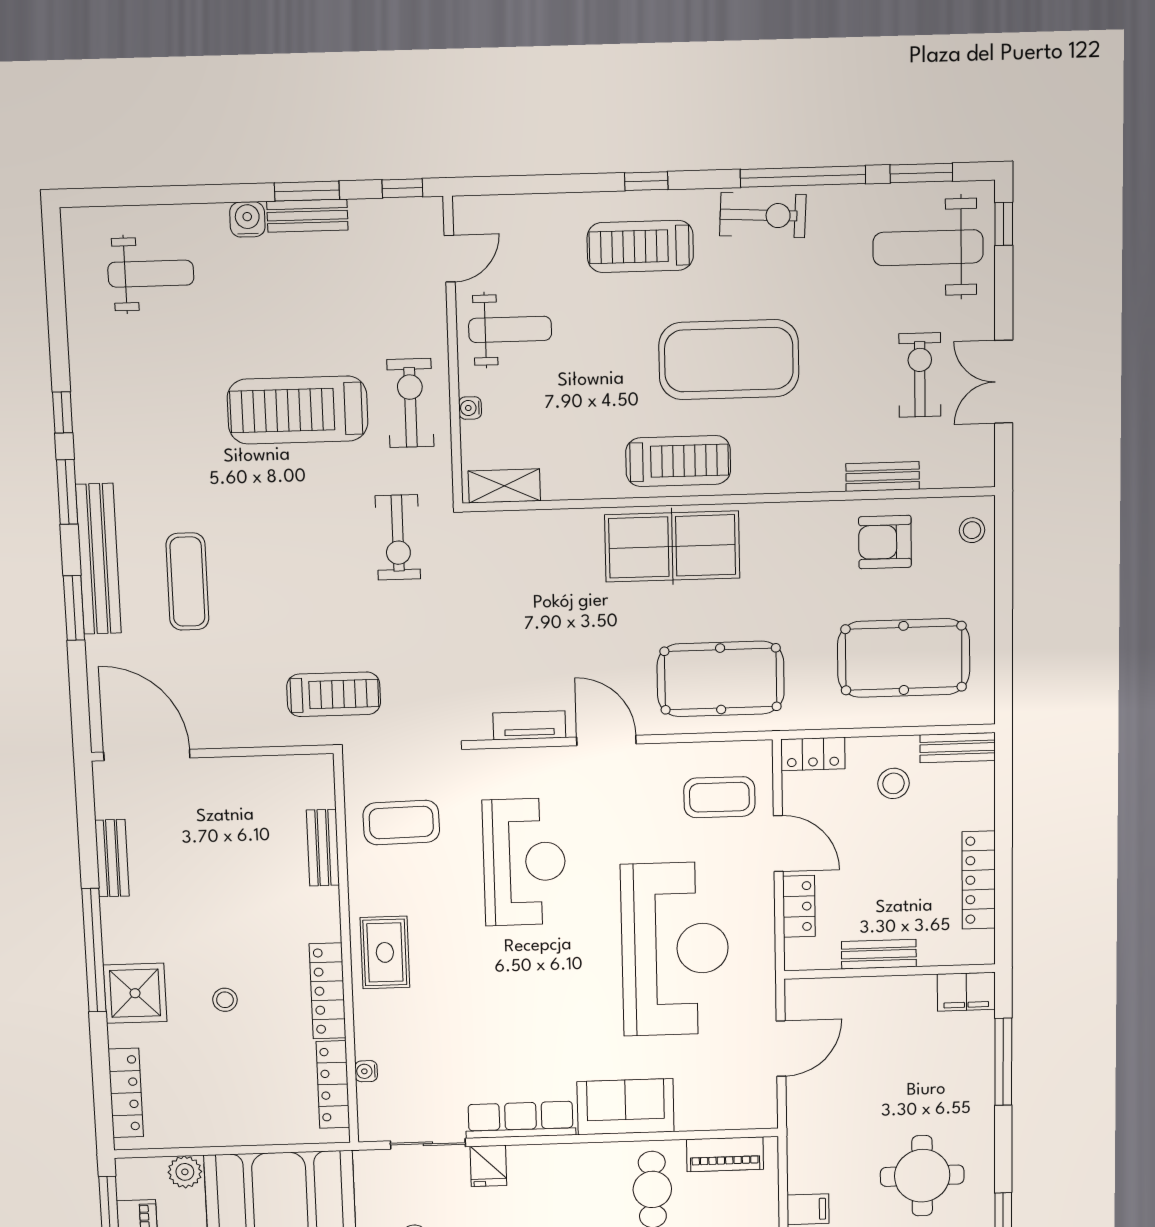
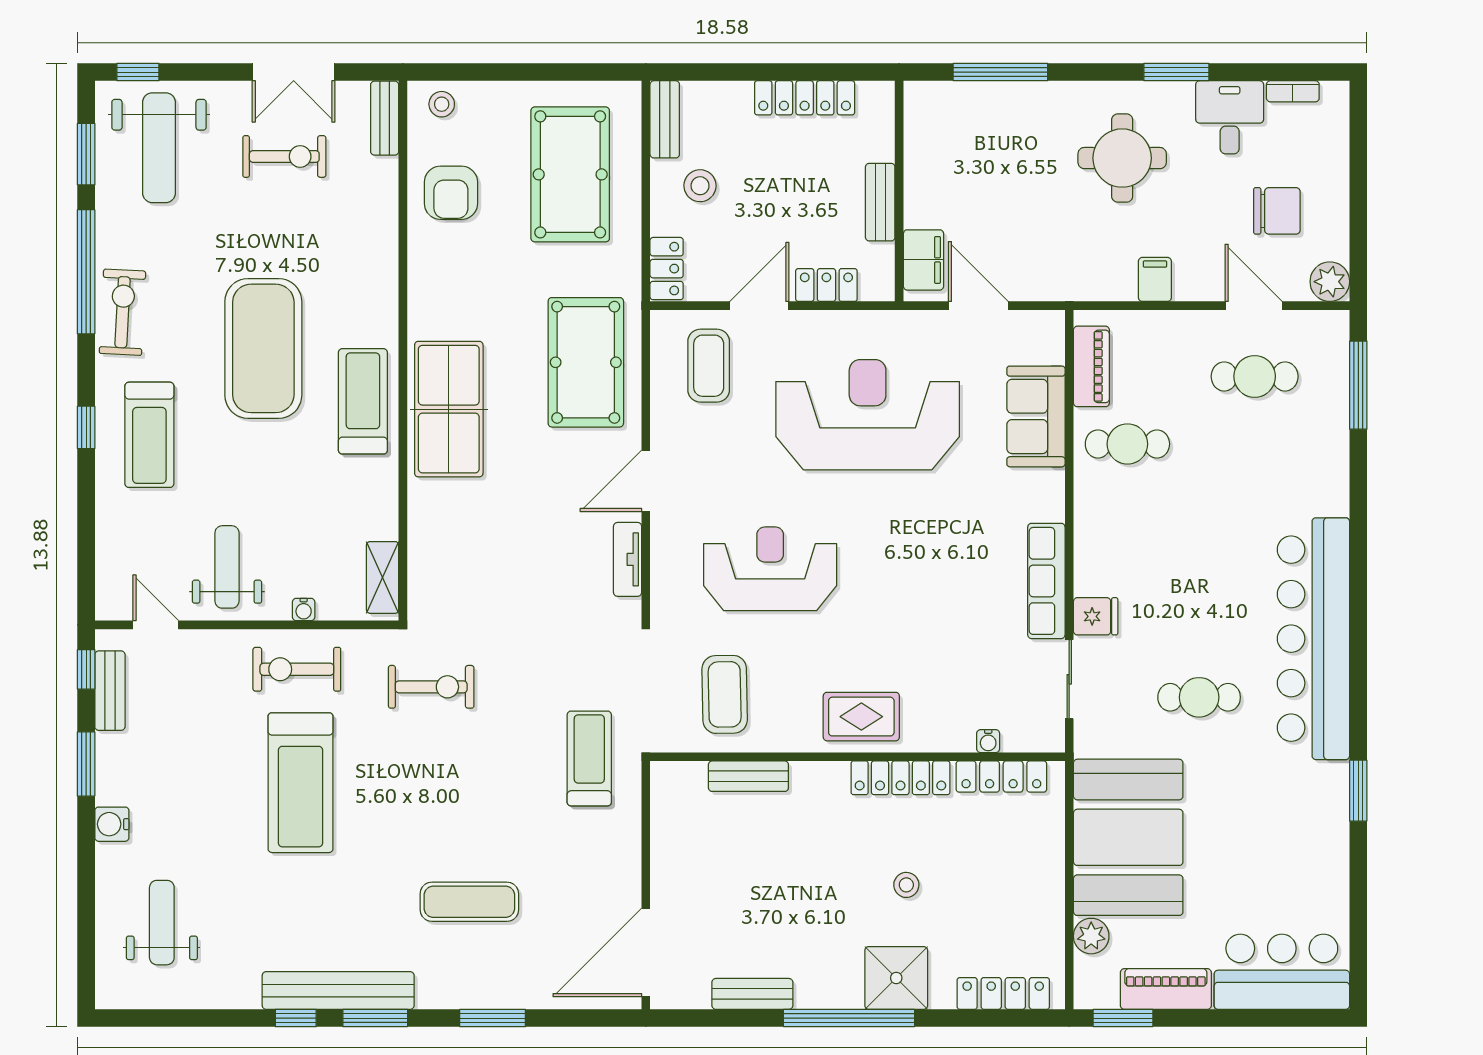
bench: (307, 216) -> (110, 691), moved
exercise bike: (920, 375) -> (284, 156), turned 180
bench: (883, 476) -> (385, 118), moved
bench: (98, 559) -> (338, 990), moved
filing cabinet: (966, 992) -> (923, 260), moved
sofa: (626, 1107) -> (1036, 416), moved

